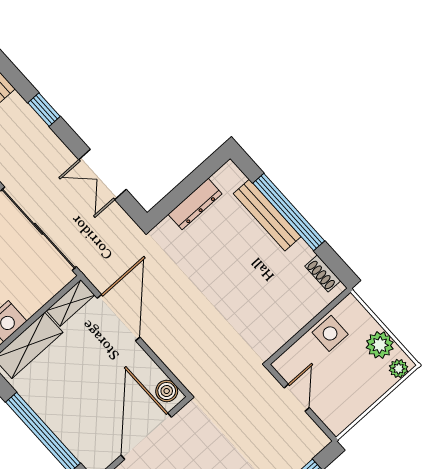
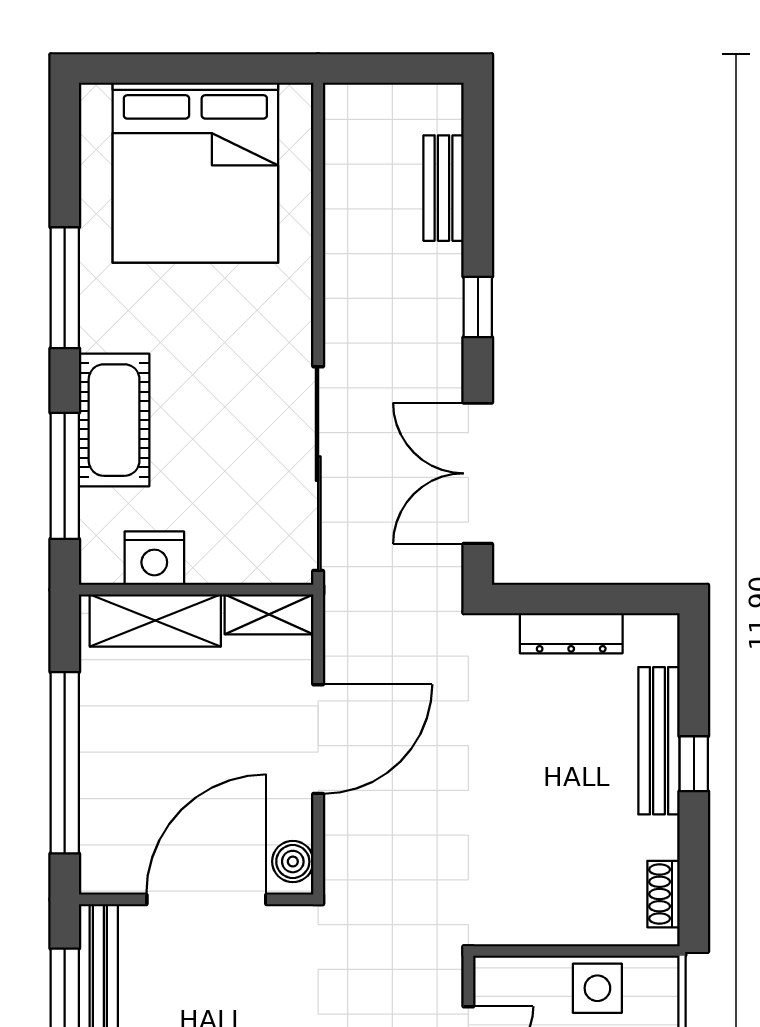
double door: (102, 175) -> (478, 473), width x1.37
window: (289, 212) -> (694, 764), width x0.32
door: (119, 318) -> (318, 739), moved

